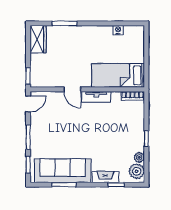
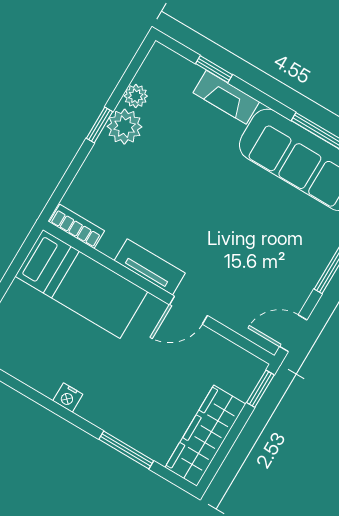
nightstand: (118, 30) -> (68, 397), moved
wardrobe: (38, 39) -> (205, 436), width x1.50
door: (72, 89) -> (188, 310), swing flipped
plant: (137, 171) -> (125, 127), moved

